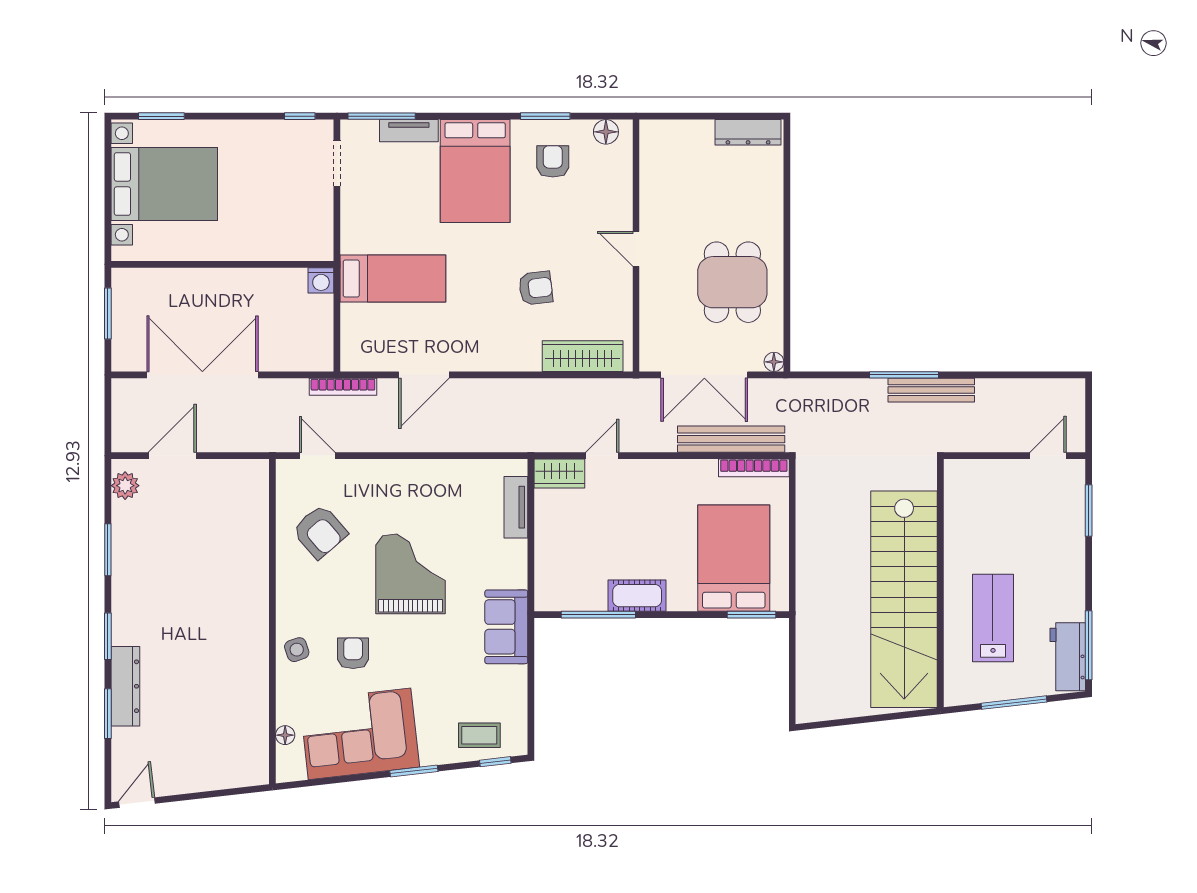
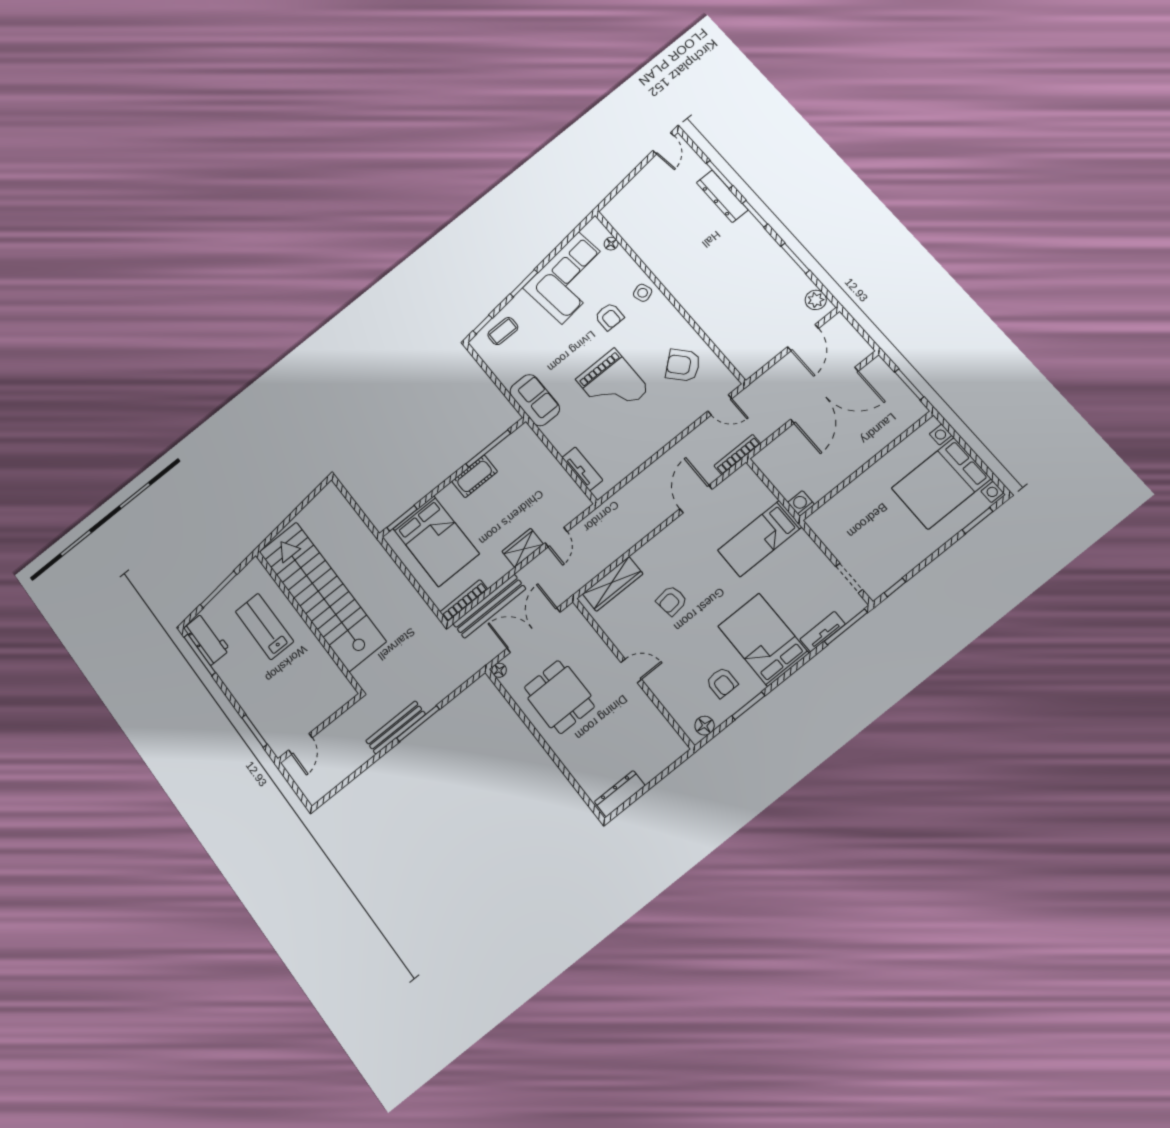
wardrobe: (559, 473) -> (523, 548), moved
lab bench: (993, 618) -> (264, 626), turned 180

